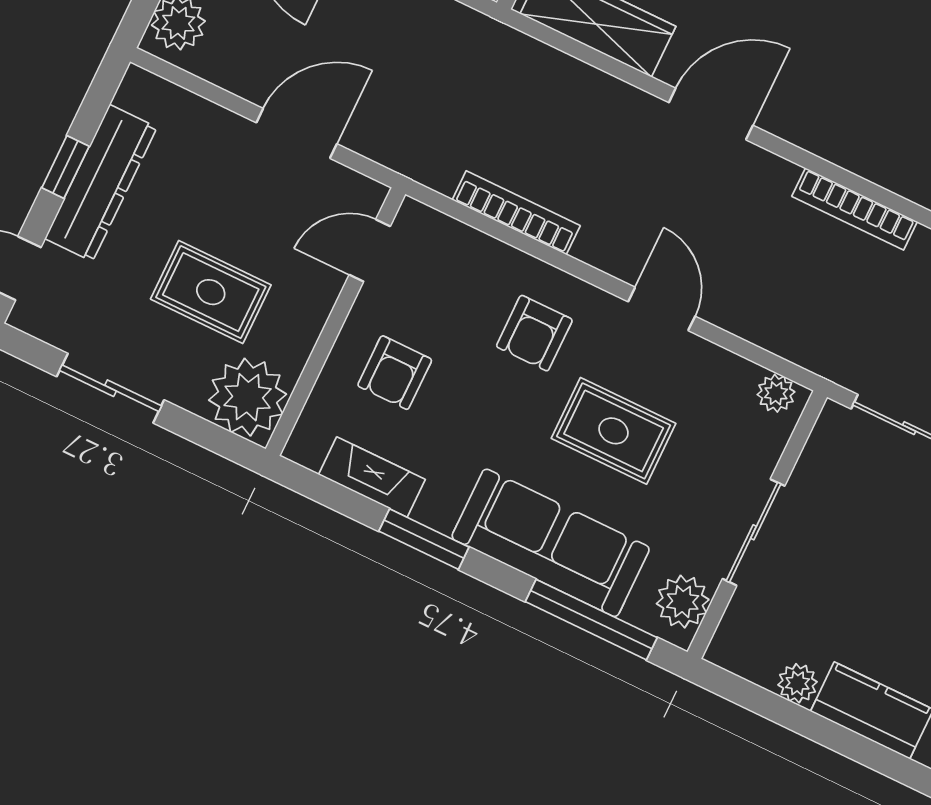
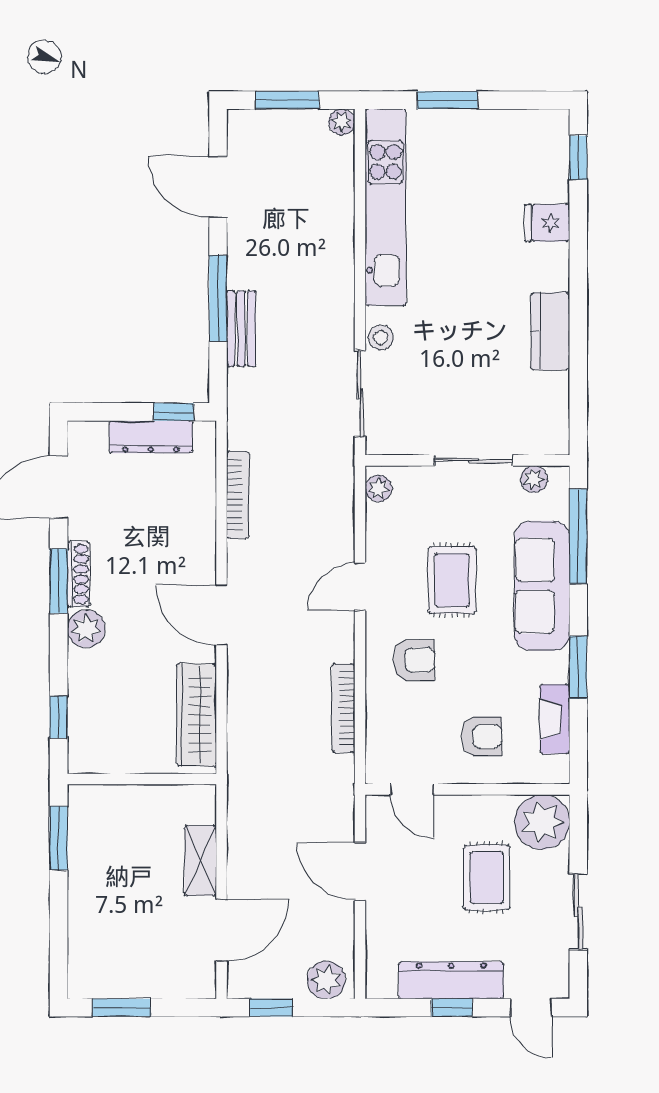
plant: (683, 602) -> (534, 479), width x0.73, depth x0.73
plant: (798, 683) -> (556, 386), removed

